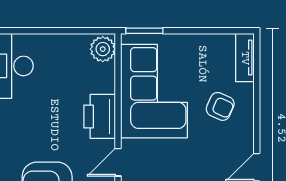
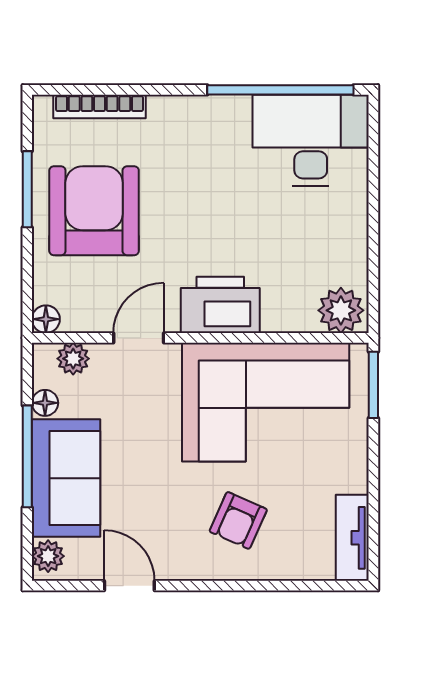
tv unit: (245, 58) -> (352, 538), moved, turned -90
door: (118, 162) -> (139, 338), hinge flipped

